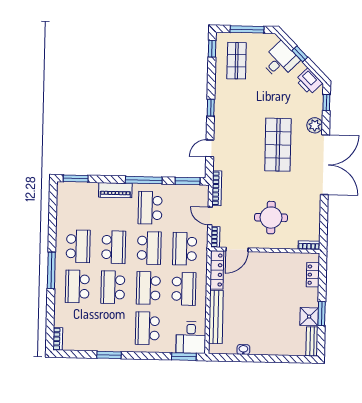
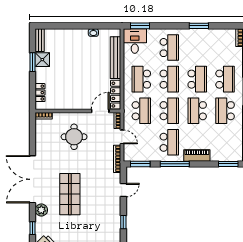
school desk: (149, 248) -> (169, 111), turned 180

